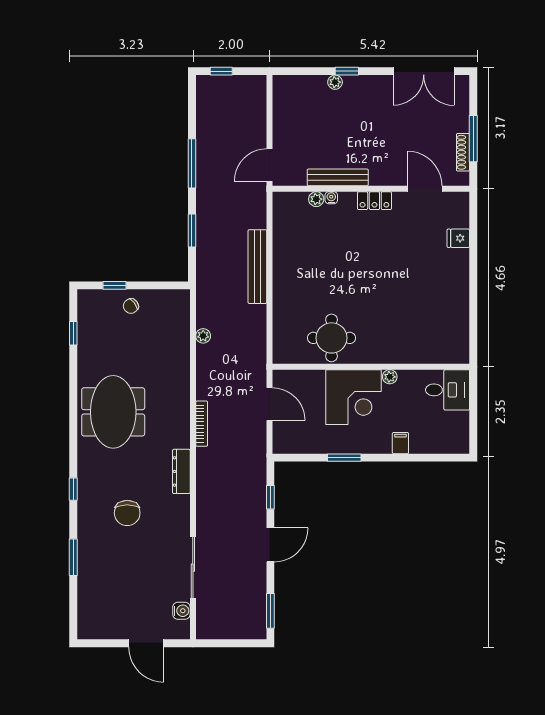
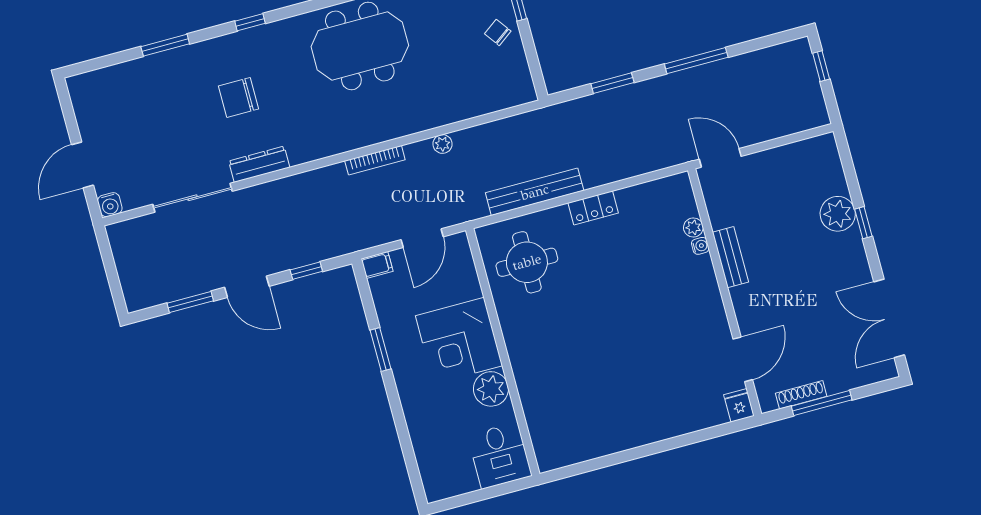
plant: (335, 82) -> (838, 214), width x1.88, depth x1.88
bench: (338, 177) -> (730, 257), width x0.73
locker: (374, 201) -> (593, 208), moved, turned -90
fridge: (458, 238) -> (739, 405), moved
bench: (257, 267) -> (535, 192), moved
plant: (203, 336) -> (442, 144), moved
round table: (332, 338) -> (527, 262), moved
plant: (390, 377) -> (491, 389), width x1.88, depth x1.88
filing cabinet: (400, 443) -> (377, 265), moved
dresser: (181, 471) -> (259, 164), moved
water cooler: (181, 611) -> (110, 205), moved
window: (270, 611) -> (190, 302), moved

